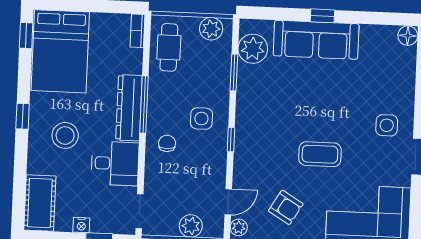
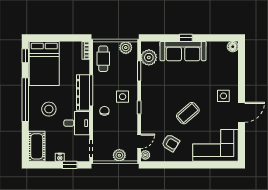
window: (23, 116) -> (25, 100), width x3.17
coffee table: (320, 154) -> (188, 113), turned -41

